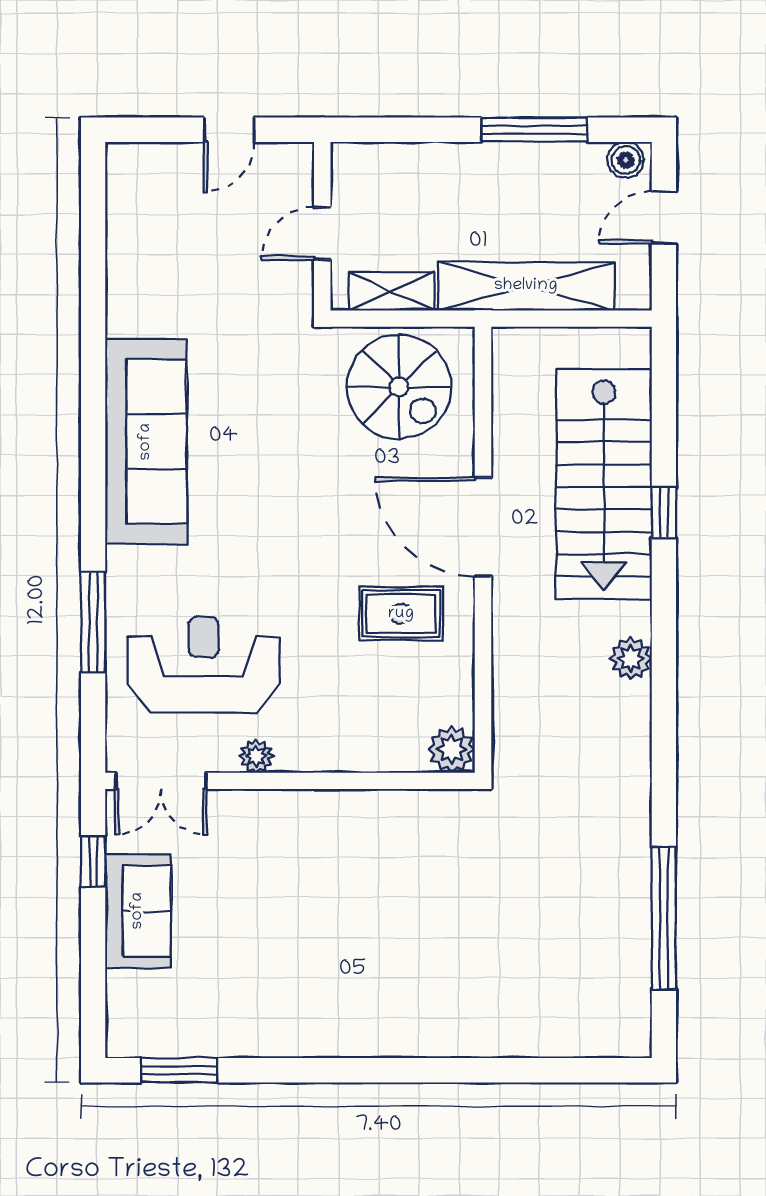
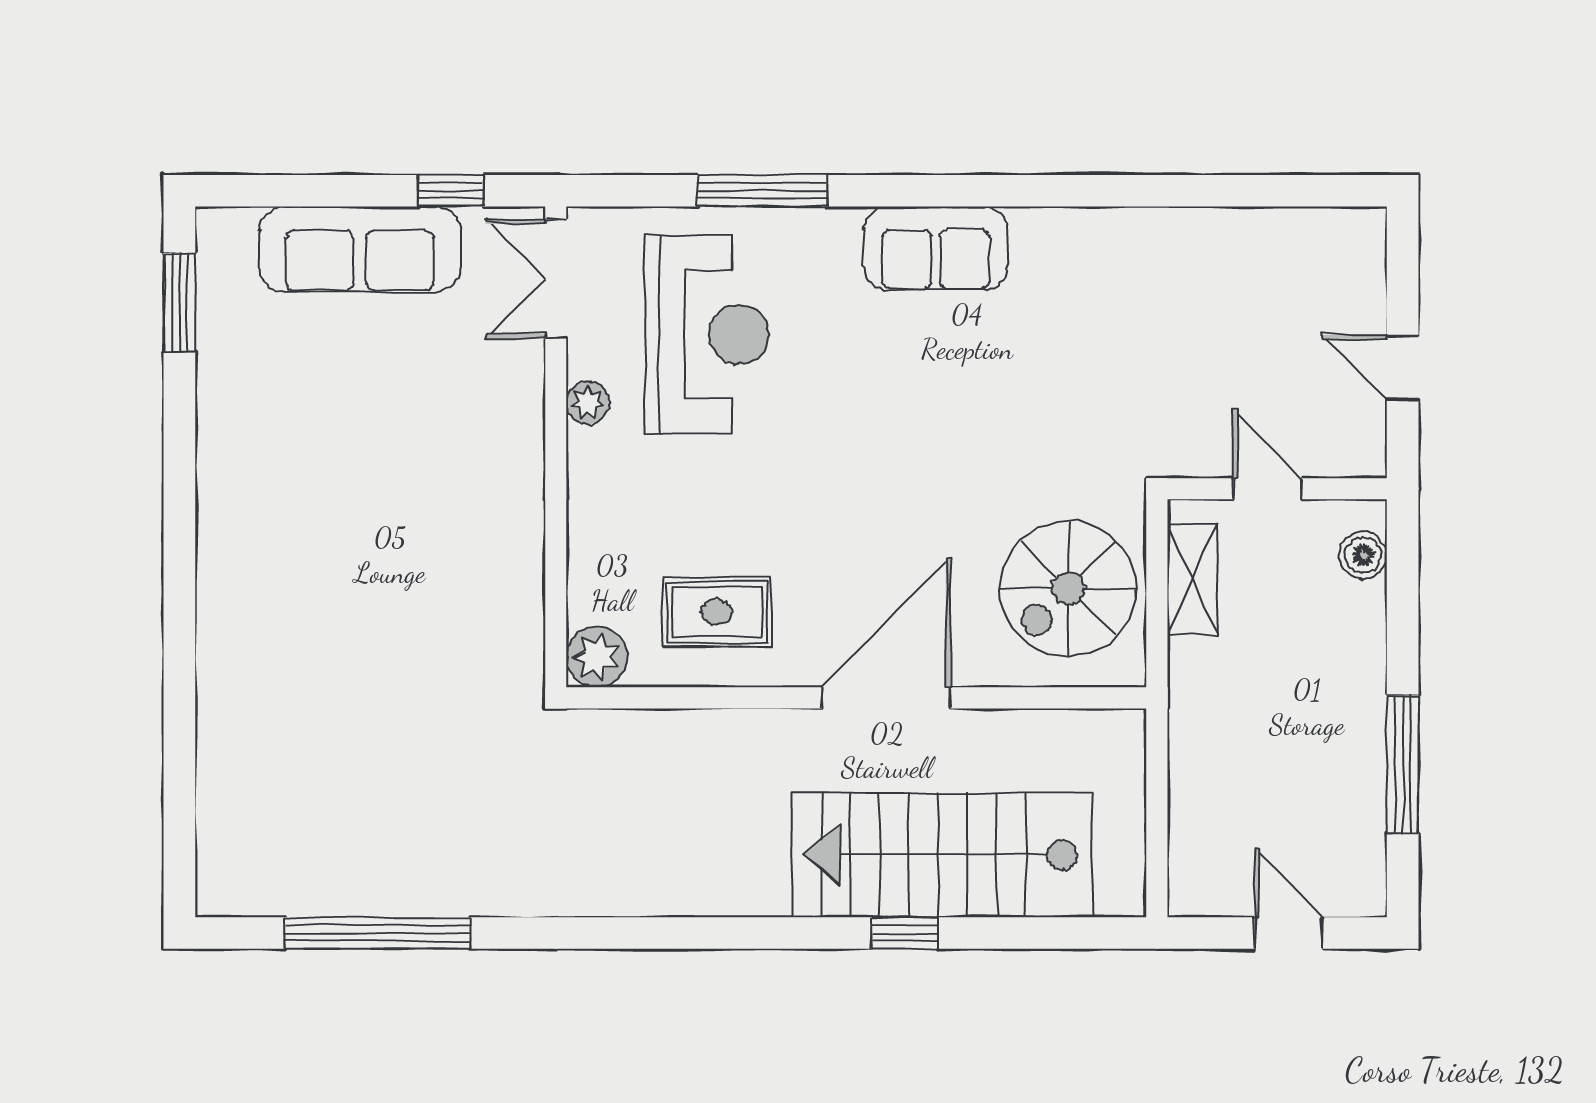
boiler: (626, 160) -> (1363, 555), moved
shelving: (526, 286) -> (1199, 754), removed
sofa: (146, 442) -> (936, 248), width x0.54, depth x0.79
rug: (401, 614) -> (717, 612), moved, turned 90
plant: (631, 658) -> (715, 890), removed
sofa: (138, 911) -> (360, 249), width x1.36

